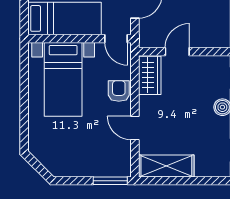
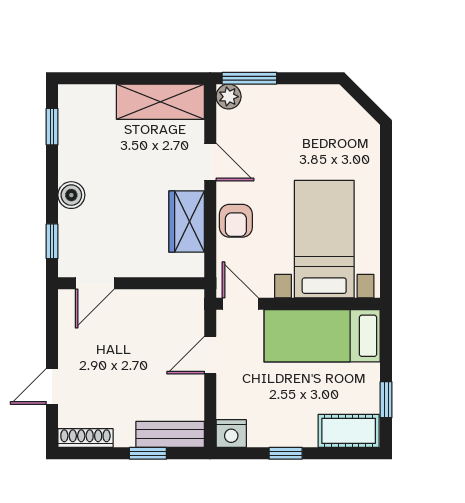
door: (177, 52) -> (95, 283), moved
wardrobe: (150, 75) -> (187, 222), moved
plant: (123, 169) -> (229, 97), added

